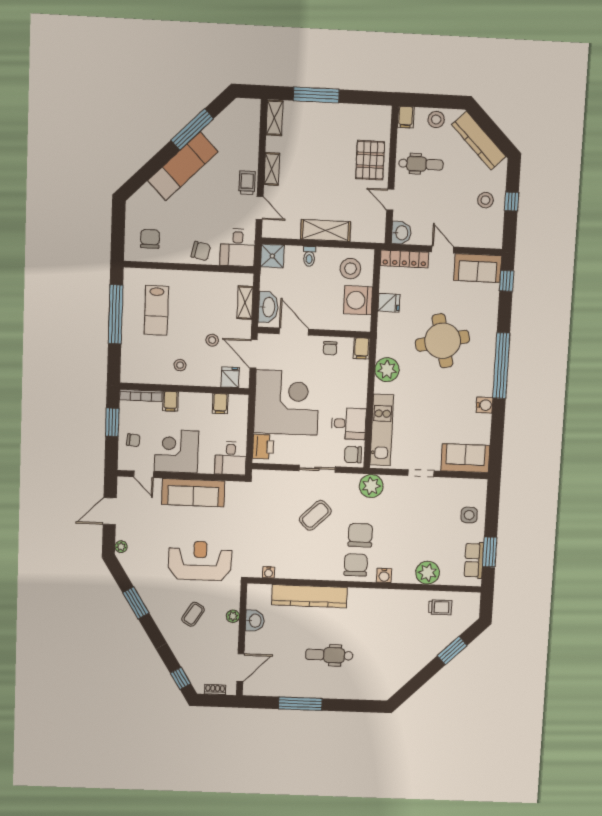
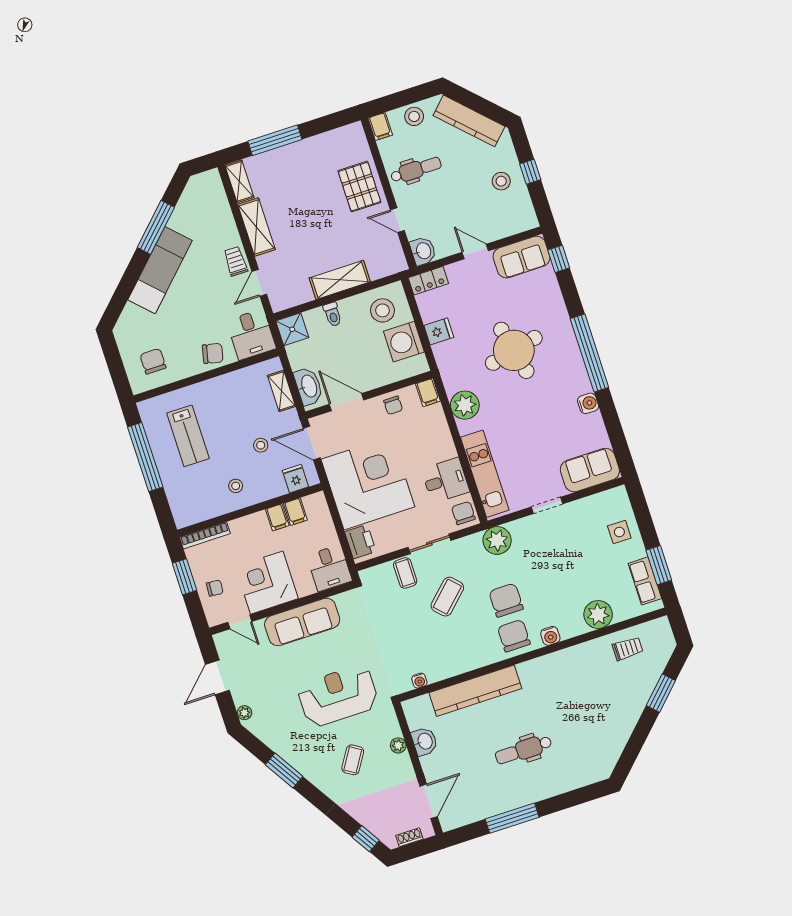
shelving: (272, 169) -> (256, 227), width x1.50, depth x1.33
door: (260, 208) -> (259, 283), swing flipped
locker: (404, 259) -> (428, 281), width x0.66
filing cabinet: (170, 401) -> (277, 517), moved
chair: (353, 455) -> (463, 513), turned 90
coffee table: (289, 484) -> (405, 573), added

